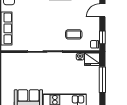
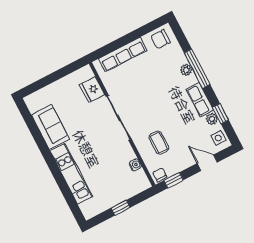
fridge: (92, 59) -> (92, 90), moved
window: (102, 80) -> (121, 208), width x0.46

